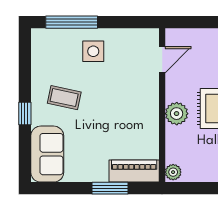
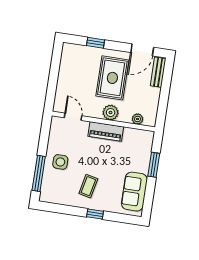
sofa: (47, 154) -> (134, 192), moved, turned -90
piano: (134, 171) -> (106, 131), moved, turned -90
plant: (173, 172) -> (137, 119), moved

